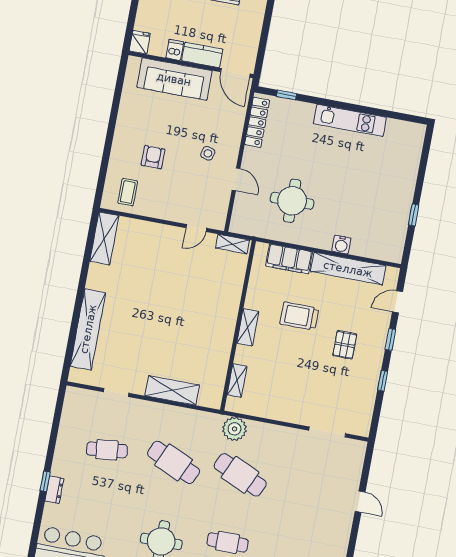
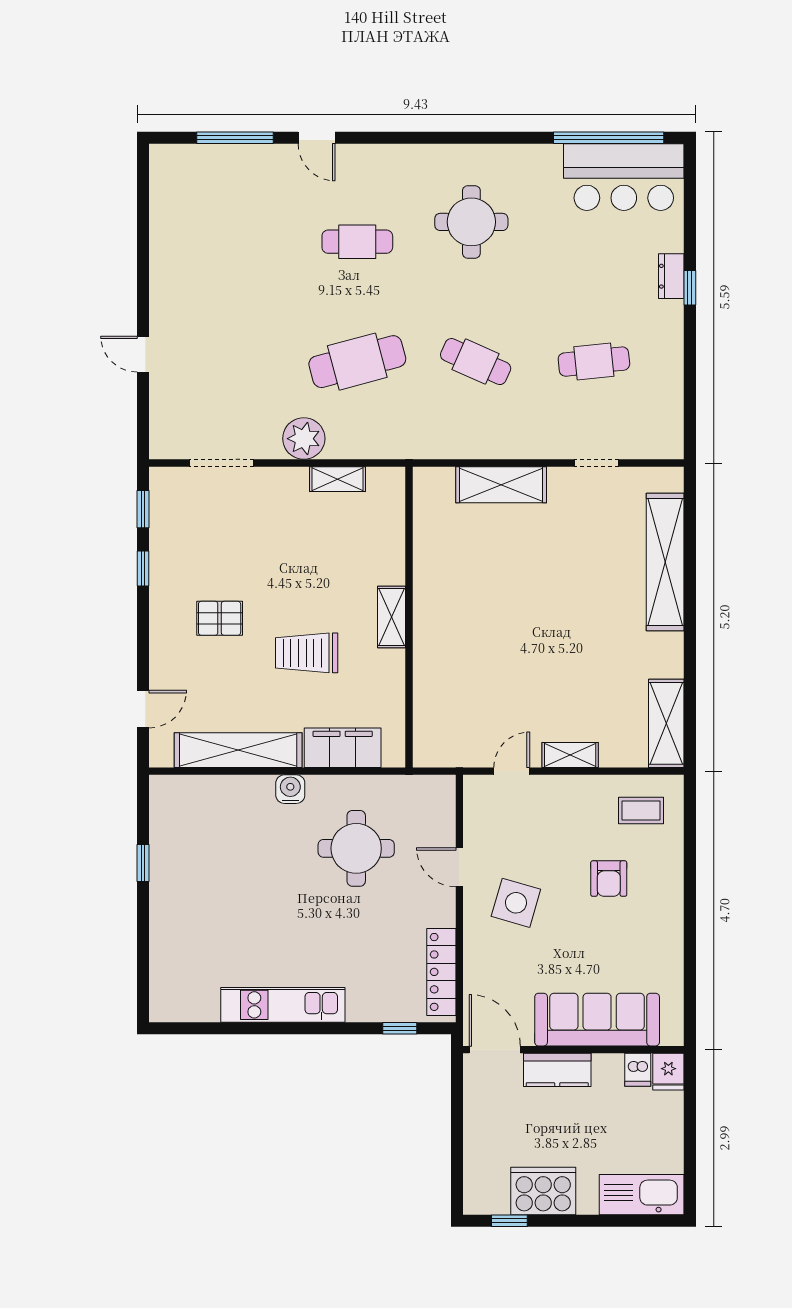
dishwasher: (175, 50) -> (638, 1070), moved
side table: (208, 153) -> (516, 903), width x1.87, depth x1.87
coffee table: (128, 192) -> (641, 811), turned 90
shelving: (232, 244) -> (570, 755), moved
water cooler: (341, 245) -> (290, 789), moved
trolley: (299, 316) -> (307, 653), turned 180
window: (390, 340) -> (143, 509), moved
pallet: (345, 345) -> (220, 618), turned 90
shelving: (237, 381) -> (338, 479), moved, turned 90
plant: (234, 429) -> (304, 439), moved
cafe table: (174, 462) -> (476, 362), width x0.73, depth x0.74
cafe table: (240, 475) -> (357, 362), turned -39

